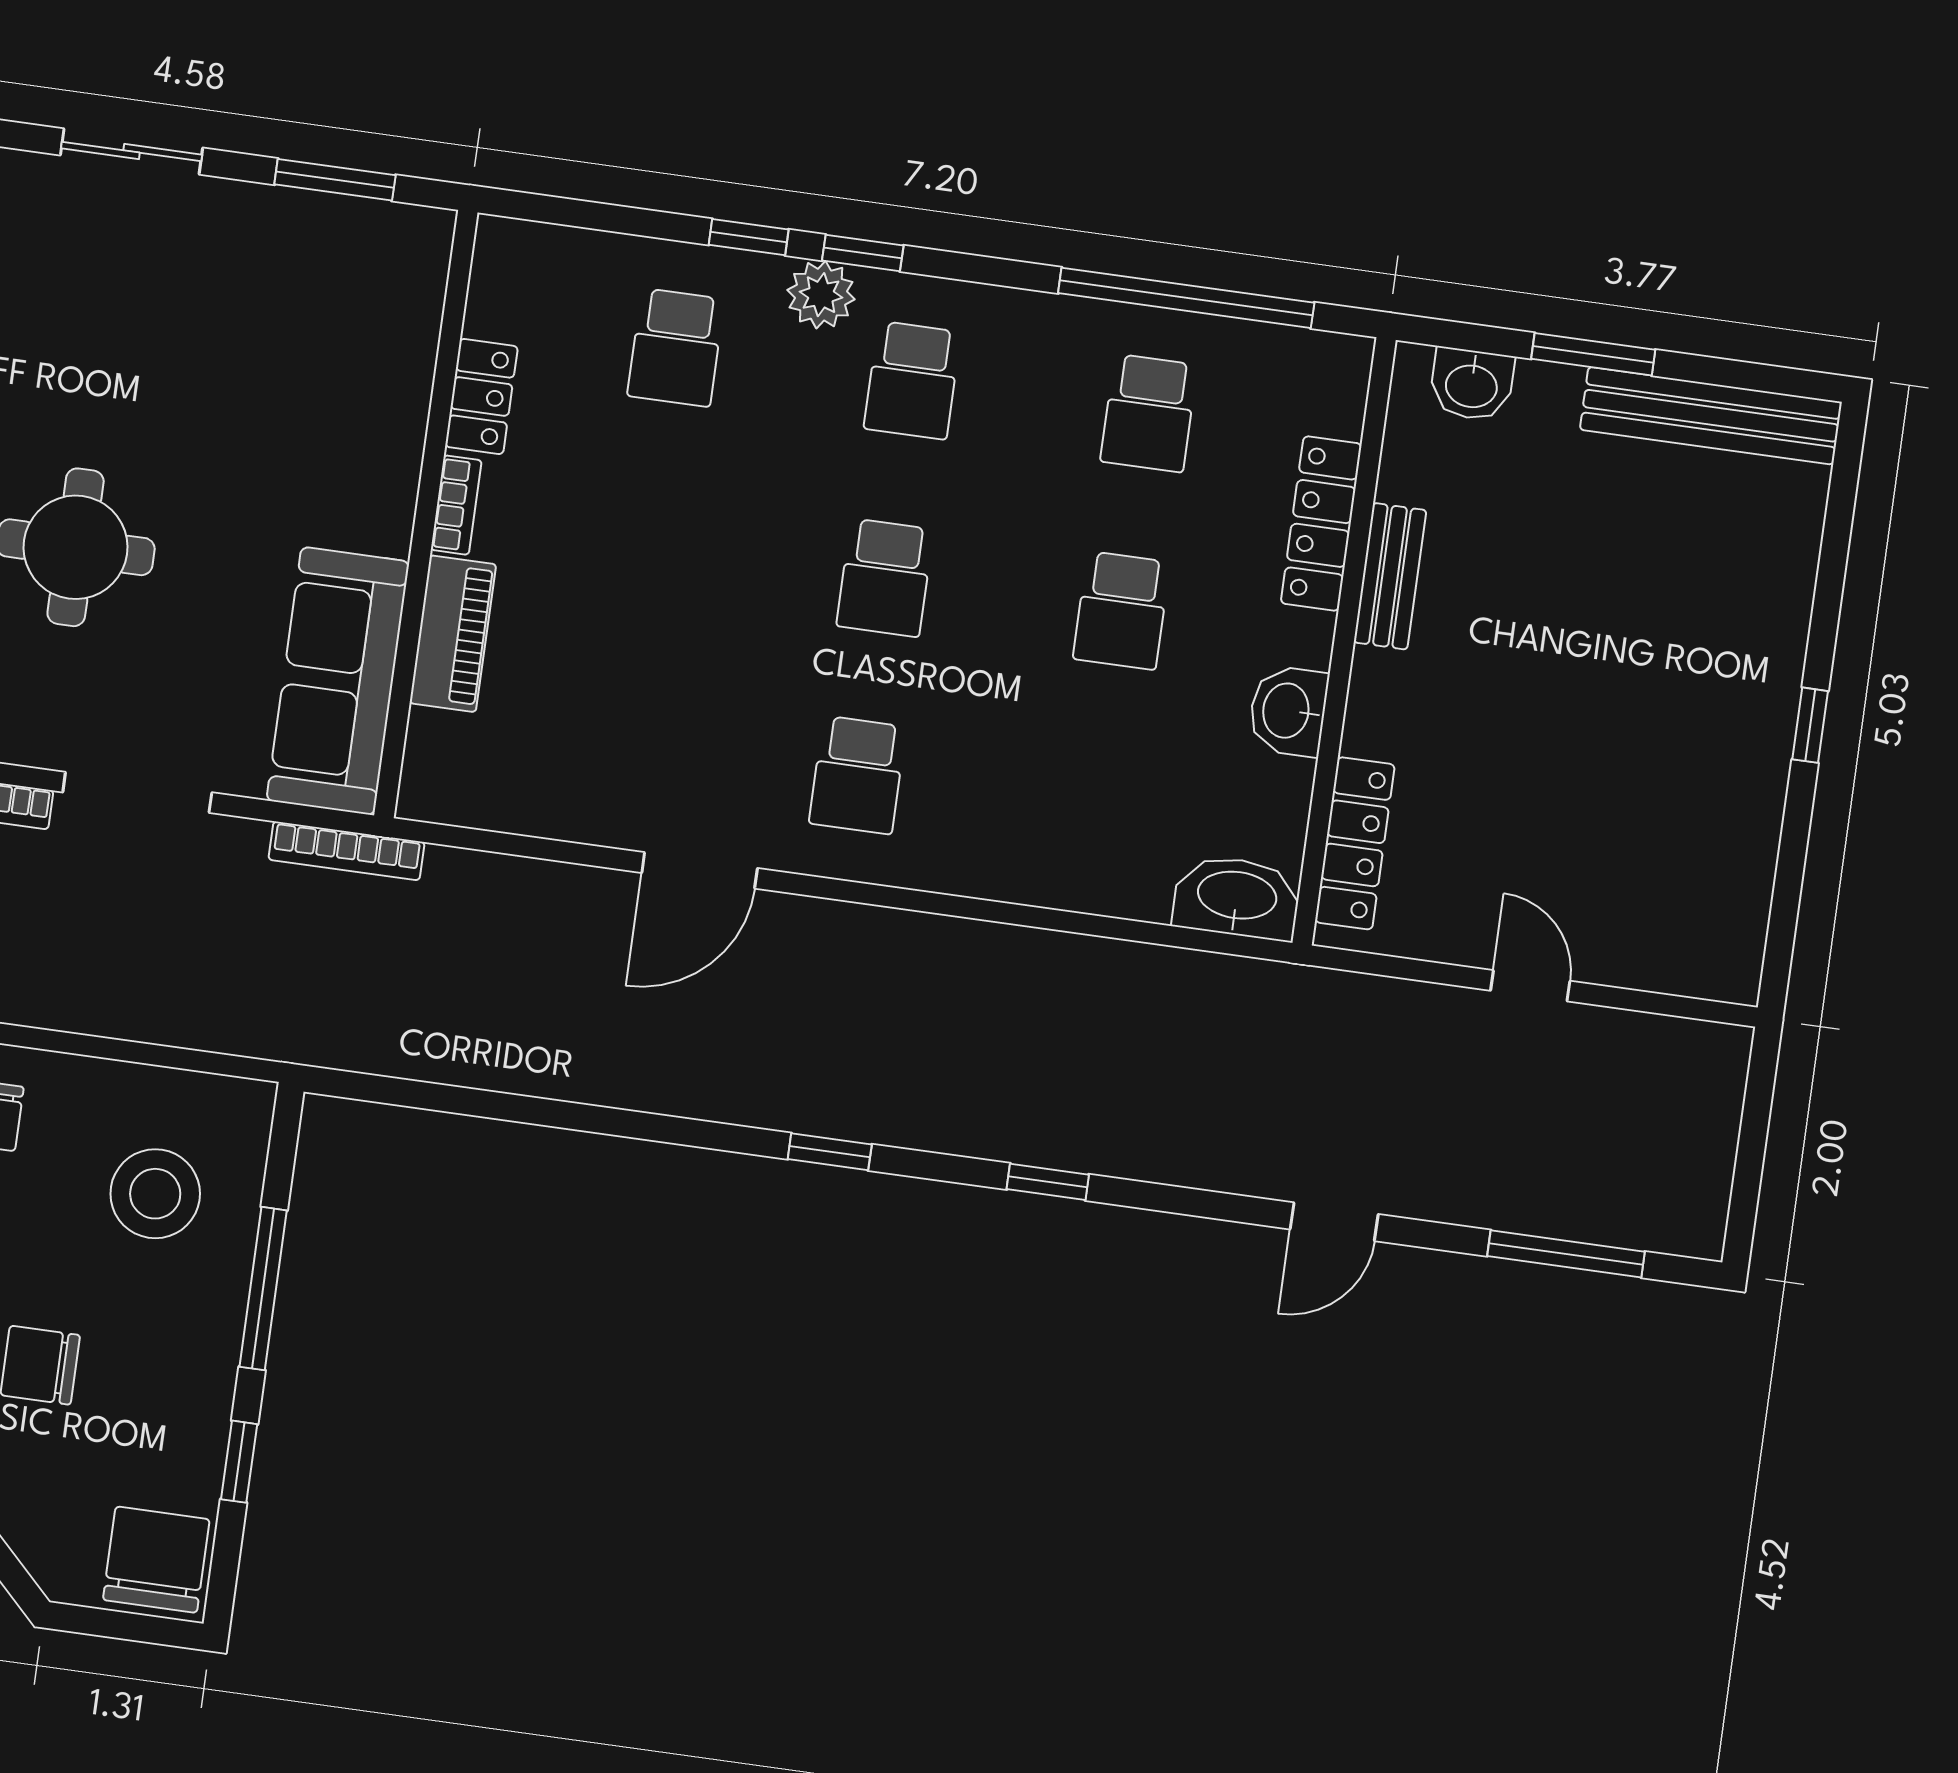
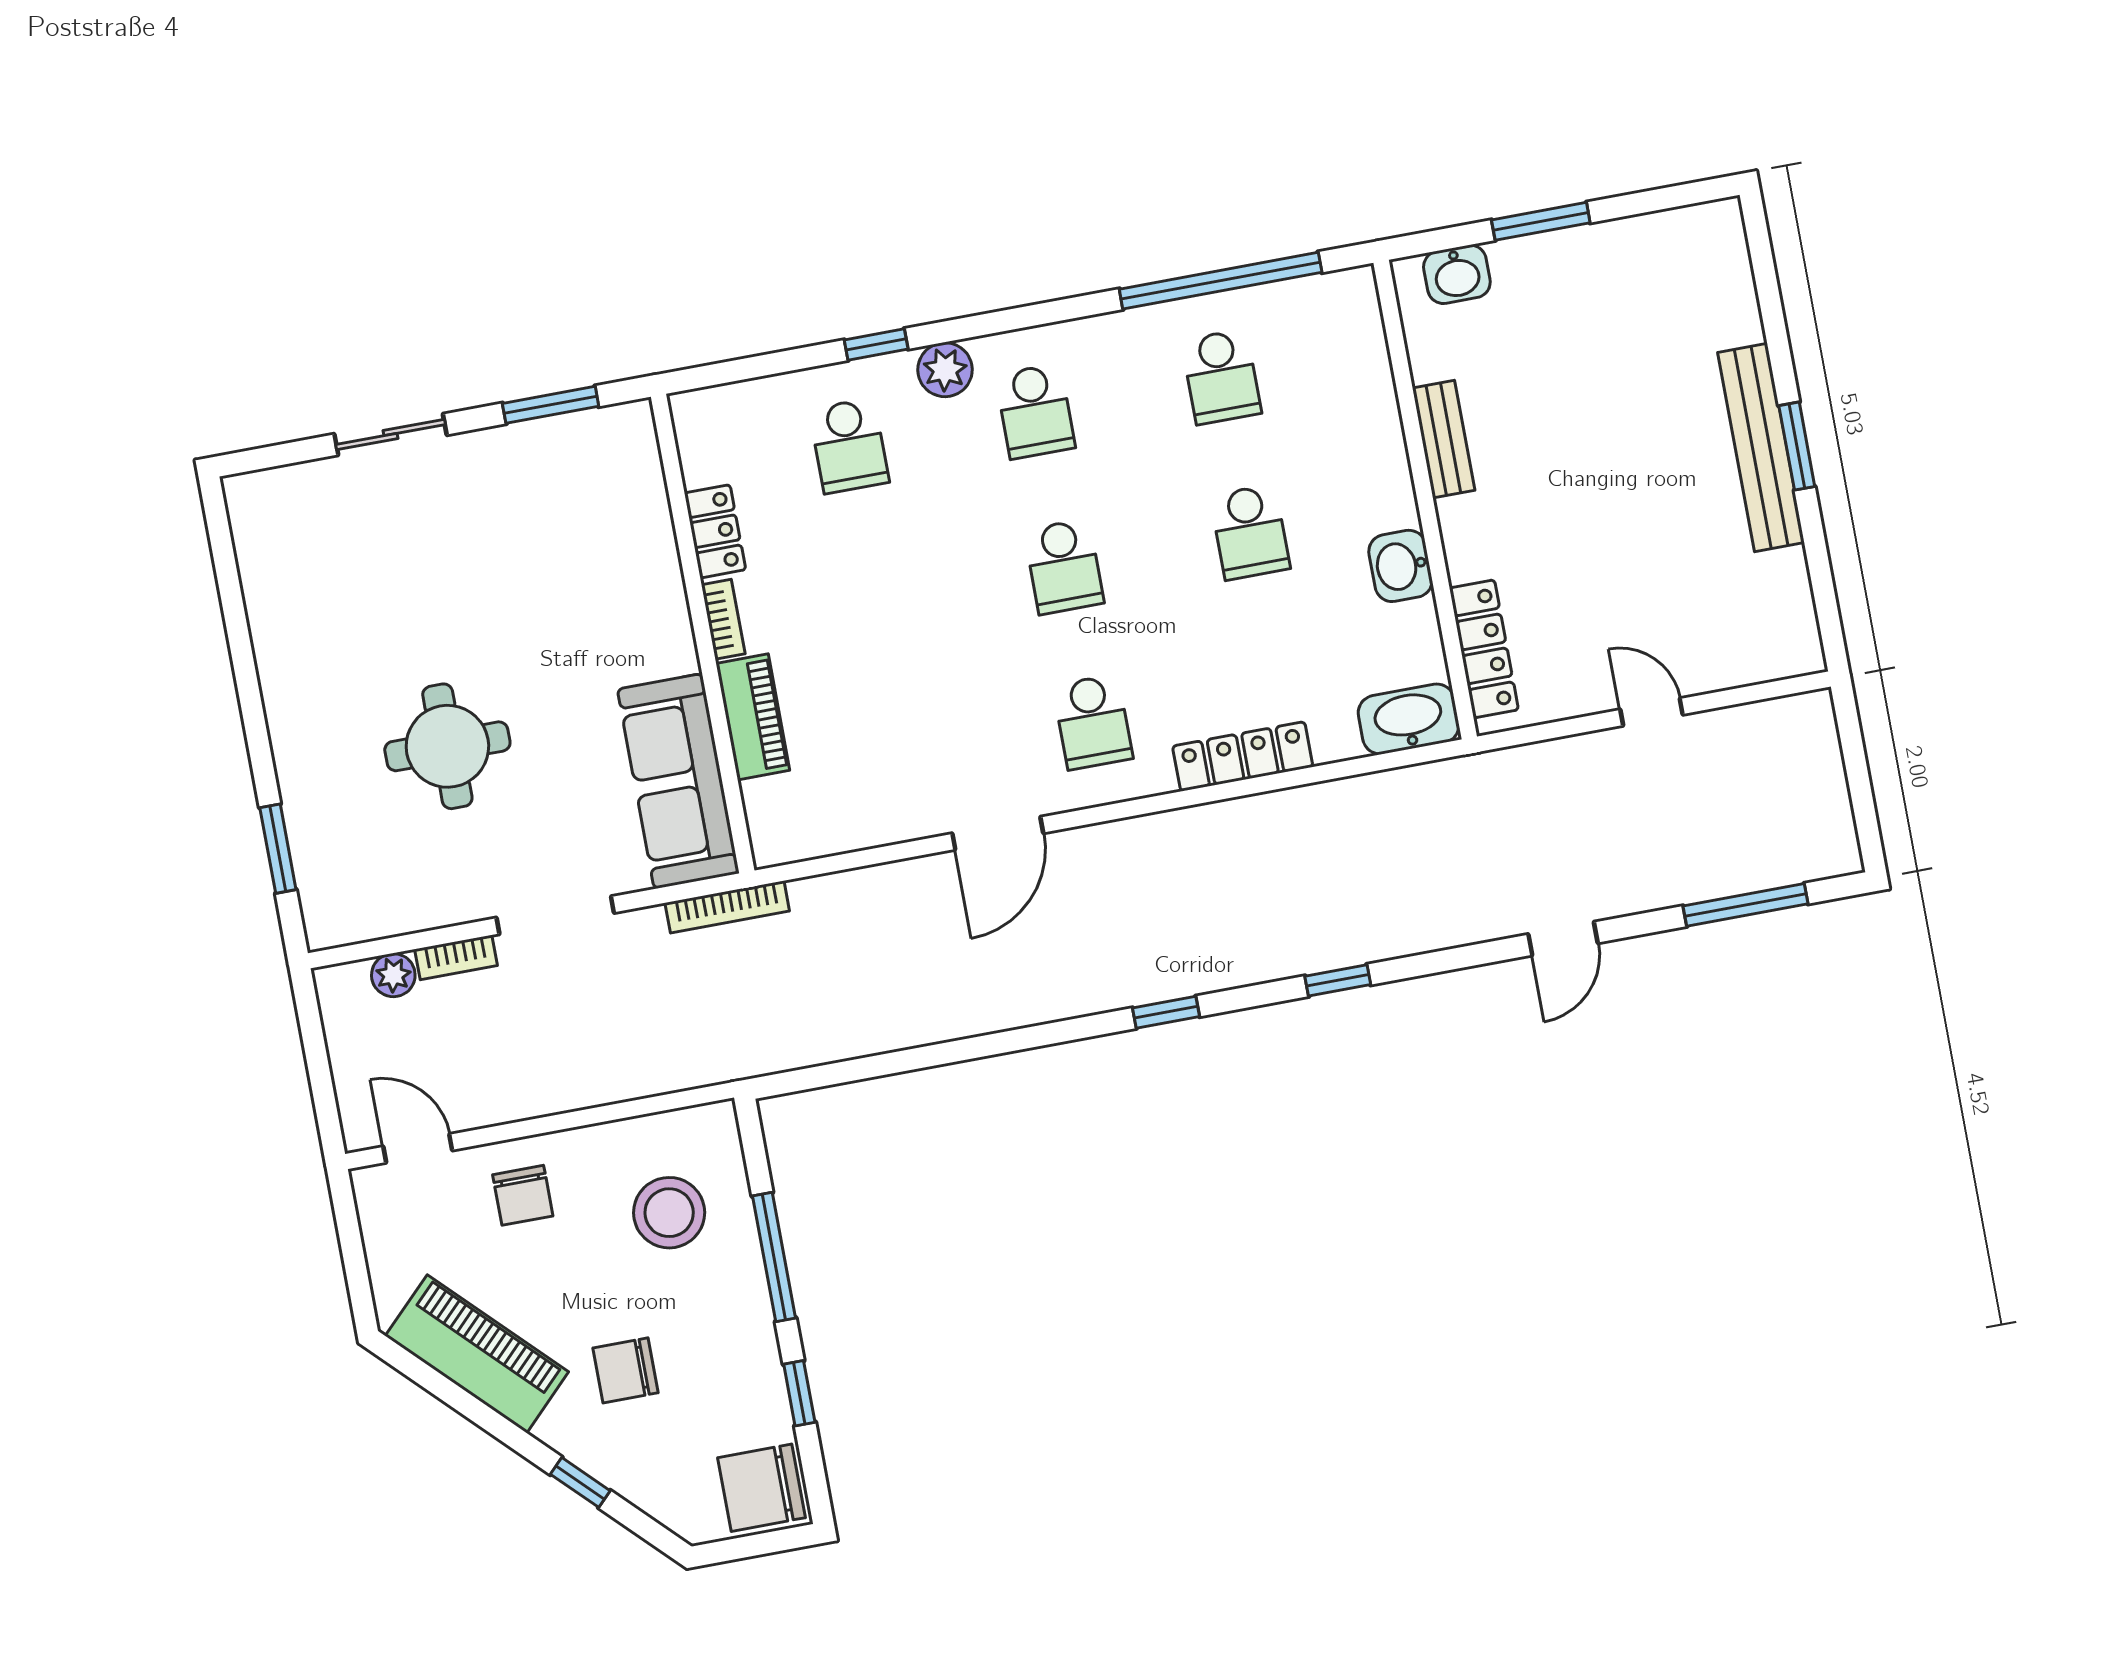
window: (863, 253) -> (966, 328), removed
bench: (1711, 416) -> (1761, 447), moved, turned 90
locker: (1321, 523) -> (1243, 756), moved, turned 90
window: (1810, 725) -> (1797, 446), width x1.50
chair: (156, 1560) -> (762, 1488), turned -90

